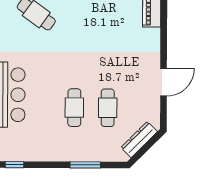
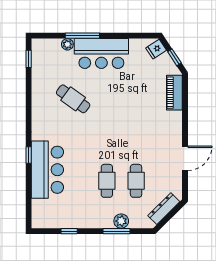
plant: (91, 154) -> (121, 221), added
window: (14, 165) -> (69, 231), moved

